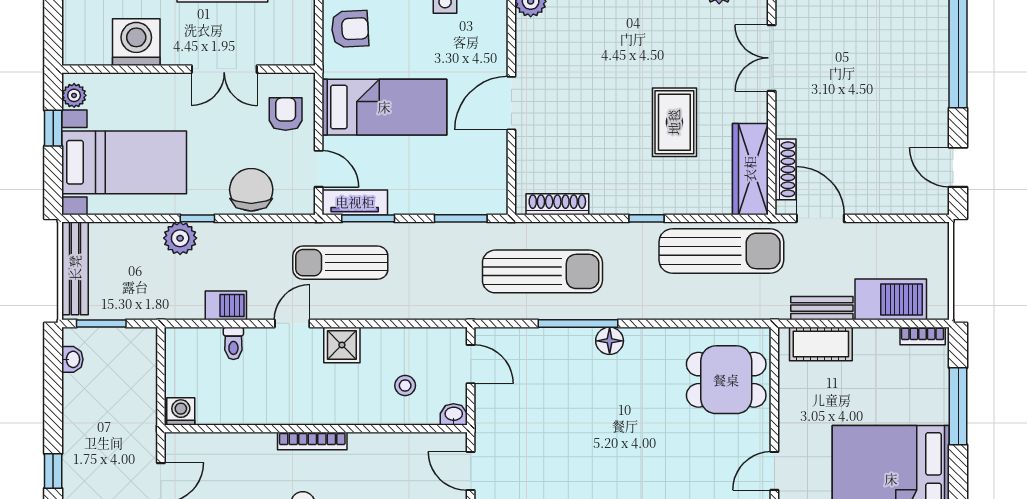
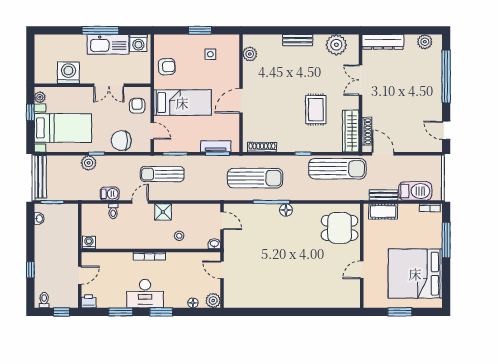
chair: (251, 190) -> (121, 141), turned -90
tv unit: (355, 202) -> (216, 146), moved
stool: (405, 385) -> (179, 236), moved

